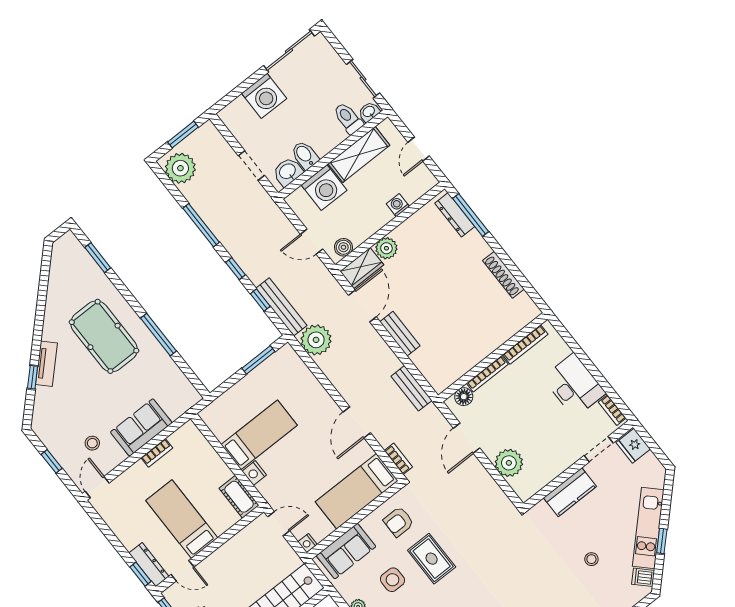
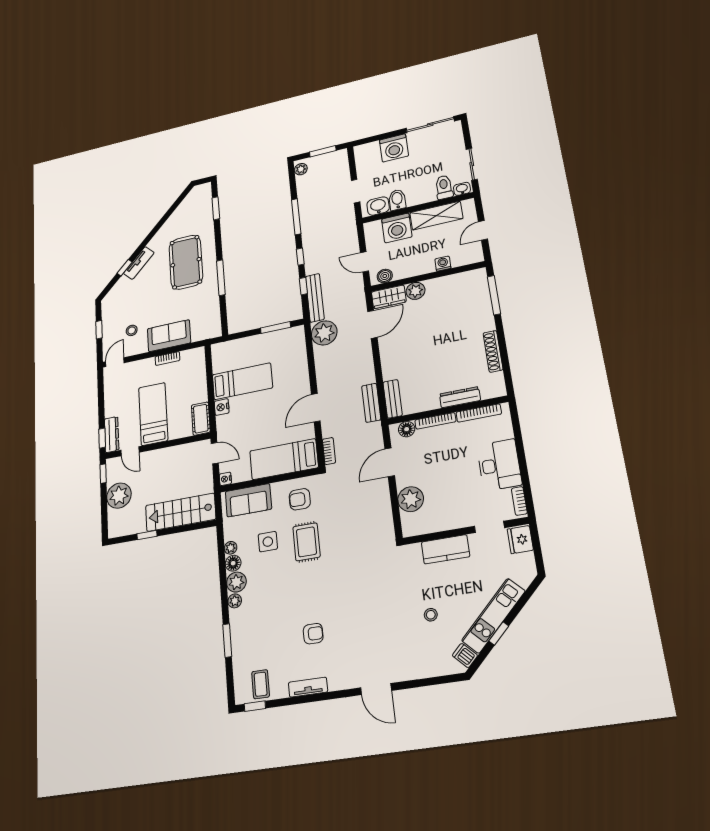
plant: (180, 168) -> (301, 169), width x0.53, depth x0.53
dresser: (455, 215) -> (460, 397), moved, turned 90
bench: (400, 334) -> (393, 399), moved

